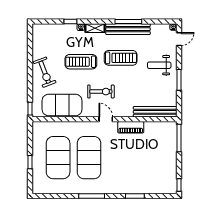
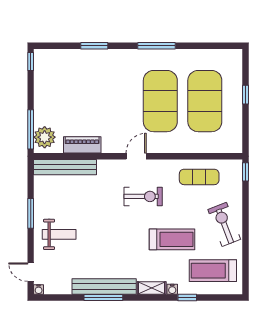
door: (179, 39) -> (31, 272), hinge flipped
treadmill: (121, 58) -> (213, 271), moved
exercise bike: (101, 92) -> (143, 196), turned 180
exercise mat: (62, 105) -> (199, 177), width x0.50, depth x0.69
door: (106, 119) -> (136, 156), swing flipped
piano: (131, 127) -> (82, 145), moved
plant: (169, 133) -> (45, 137), added

